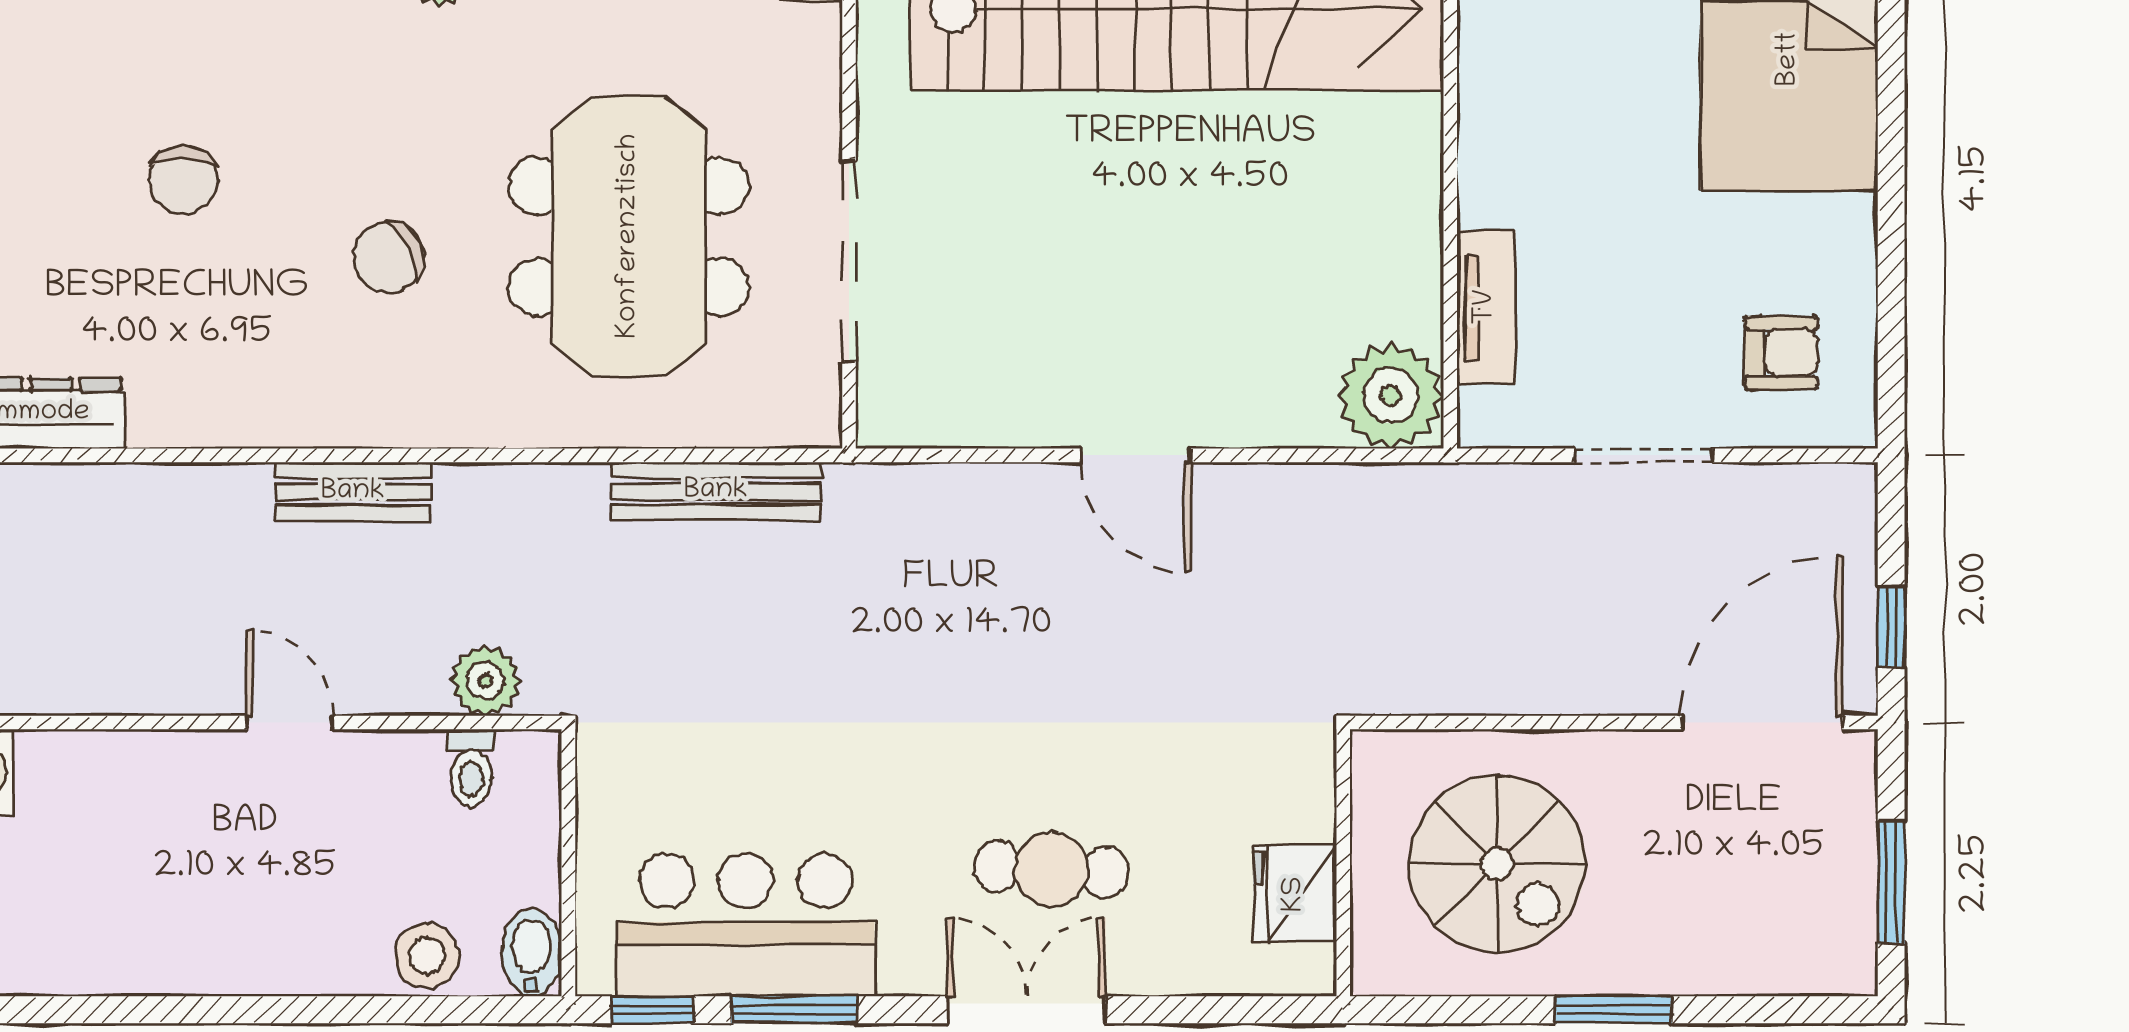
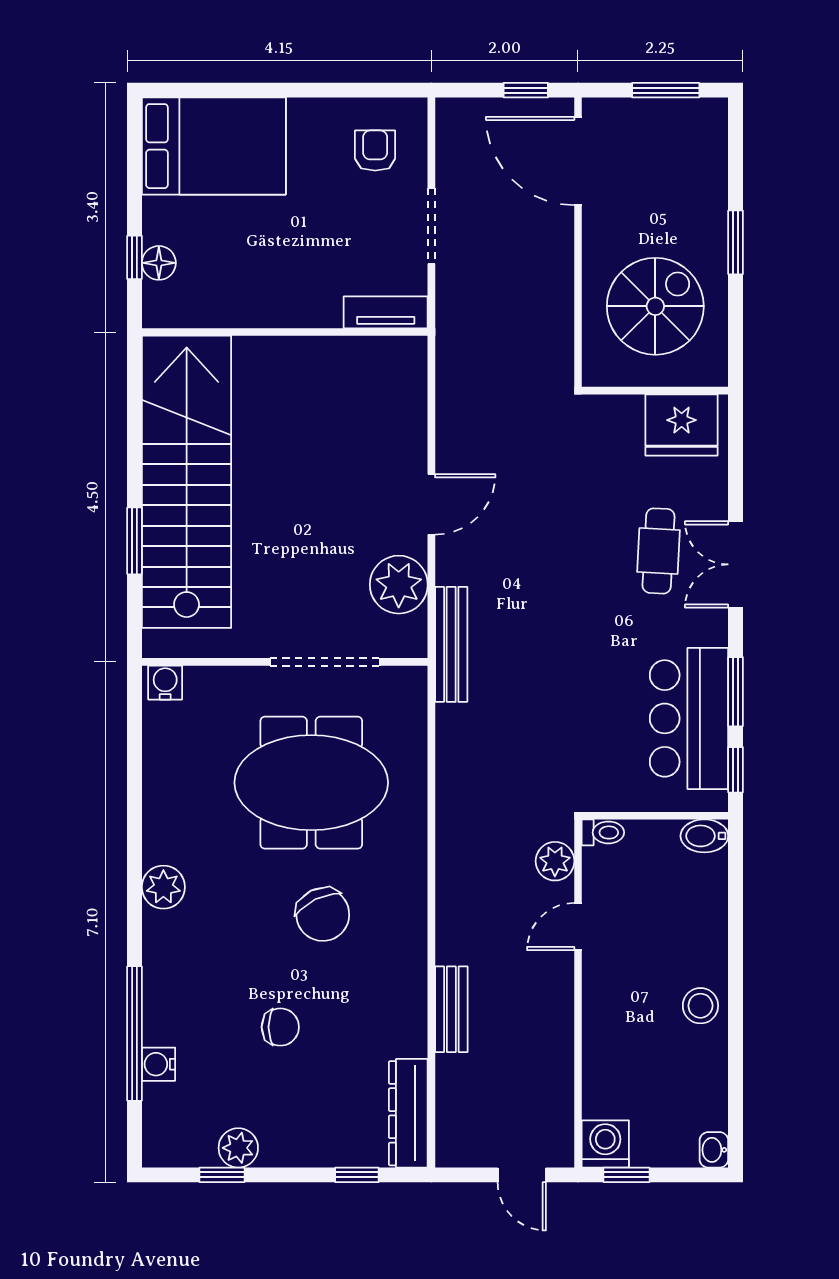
chair: (388, 257) -> (323, 914), width x1.37, depth x1.37
tv unit: (1486, 307) -> (386, 312), moved
plant: (1391, 396) -> (399, 585), moved
bench: (716, 491) -> (451, 644), moved
bench: (353, 492) -> (451, 1009), moved
door: (290, 723) -> (578, 927), moved
toilet: (471, 768) -> (603, 832), moved
fridge: (1295, 894) -> (682, 425), width x1.36, depth x1.34
stool: (427, 956) -> (700, 1006), moved

